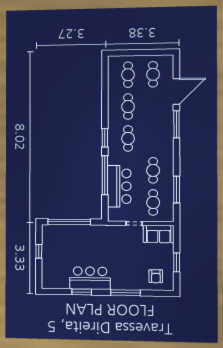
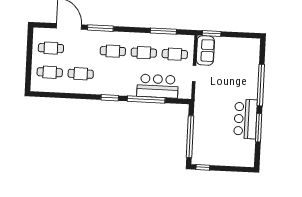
cafe table: (128, 138) -> (113, 51), moved
window: (39, 251) -> (203, 167), moved
window: (177, 262) -> (212, 33), moved
armchair: (156, 276) -> (246, 55), removed
window: (82, 292) -> (259, 128), width x1.44
window: (125, 293) -> (261, 85), width x1.46

